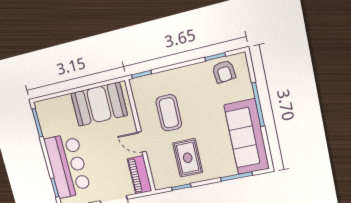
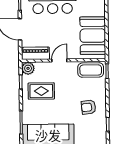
armchair: (224, 72) -> (88, 107), moved
coffee table: (169, 113) -> (91, 70), moved
plant: (161, 181) -> (28, 68), added

